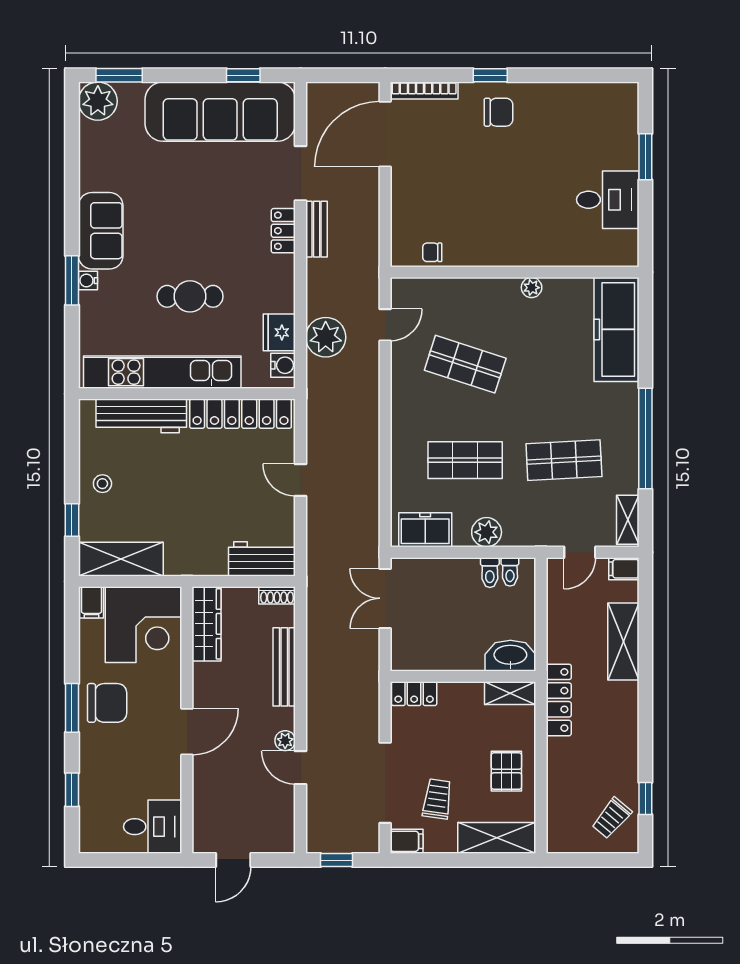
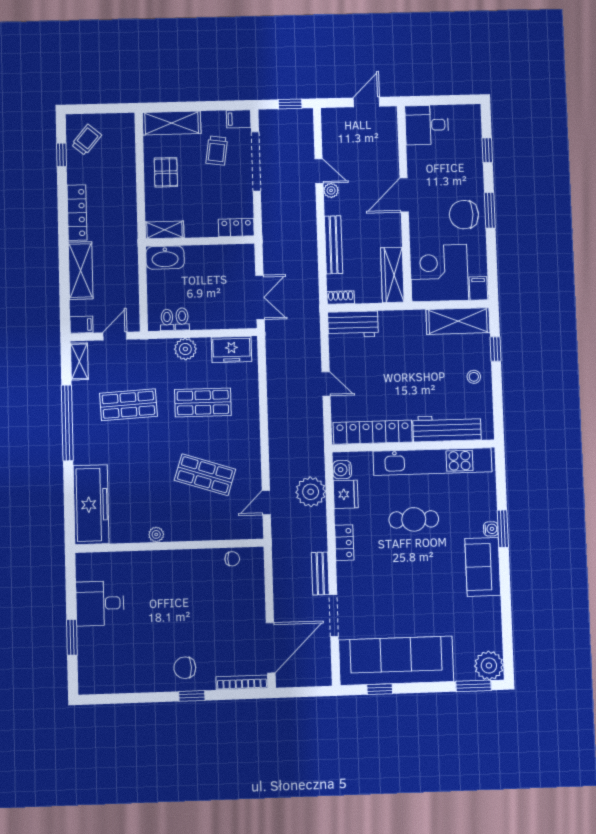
locker: (283, 231) -> (344, 543), moved
locker: (559, 700) -> (77, 213), moved, turned 180

